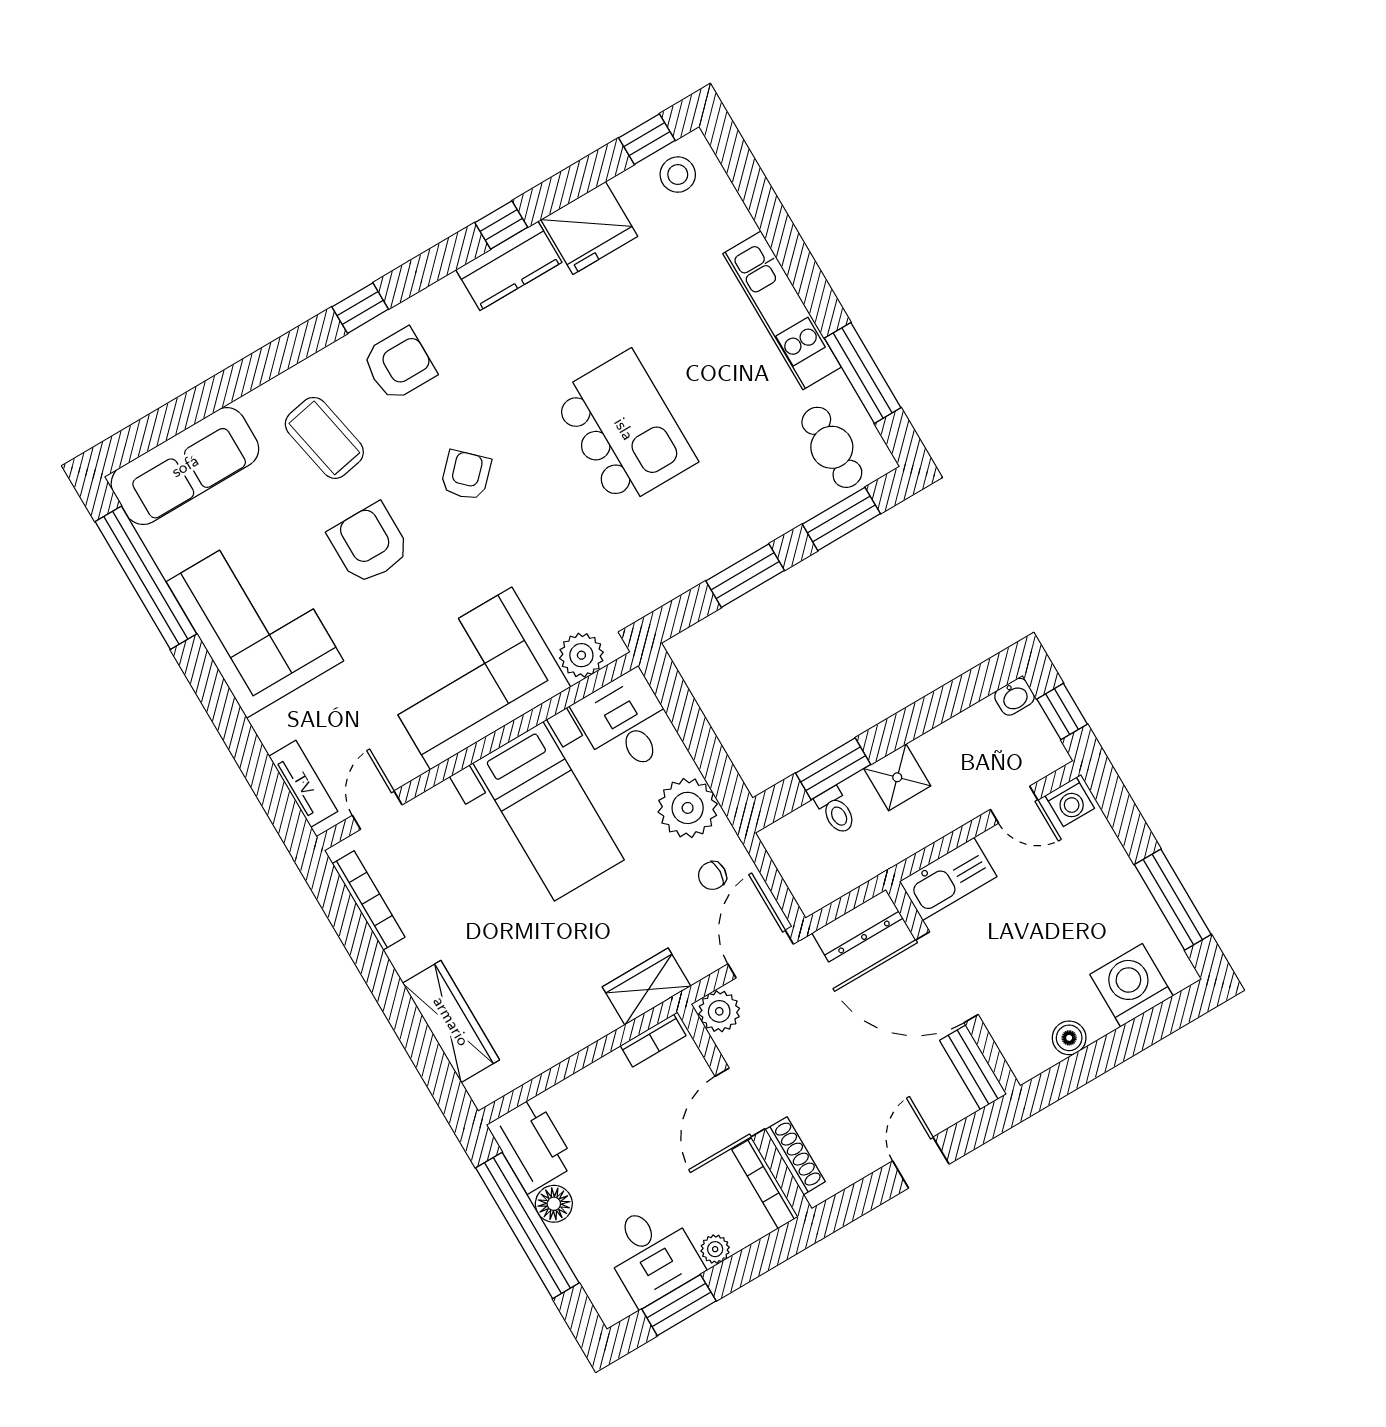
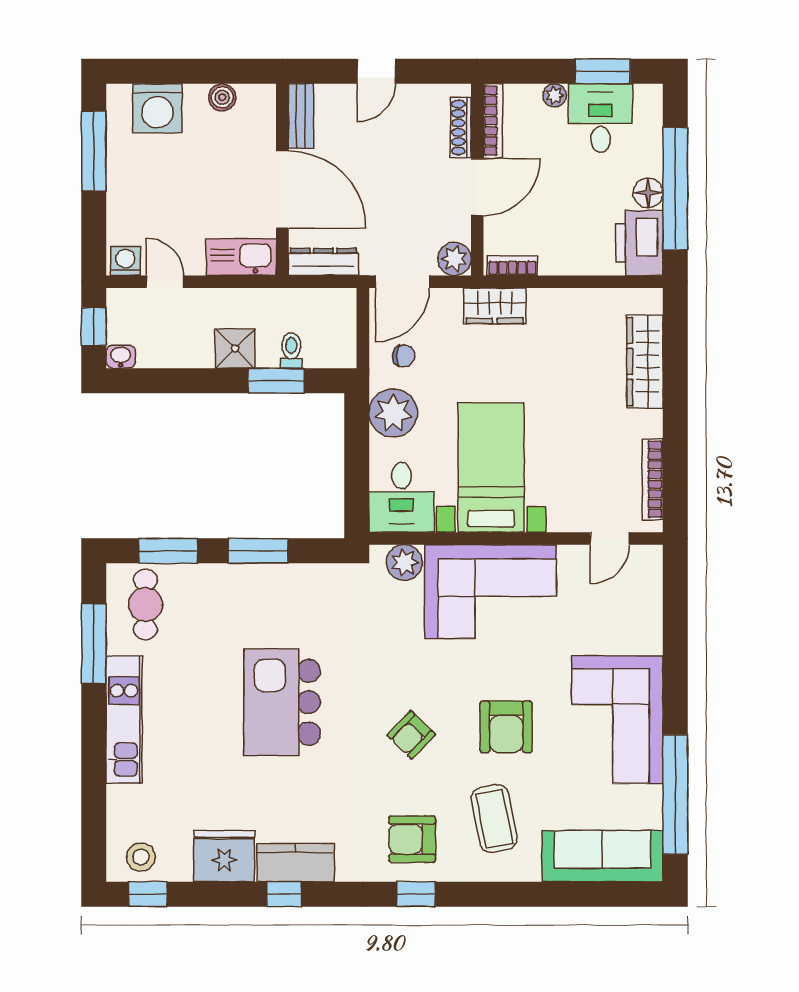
tv unit: (303, 784) -> (650, 587), removed

